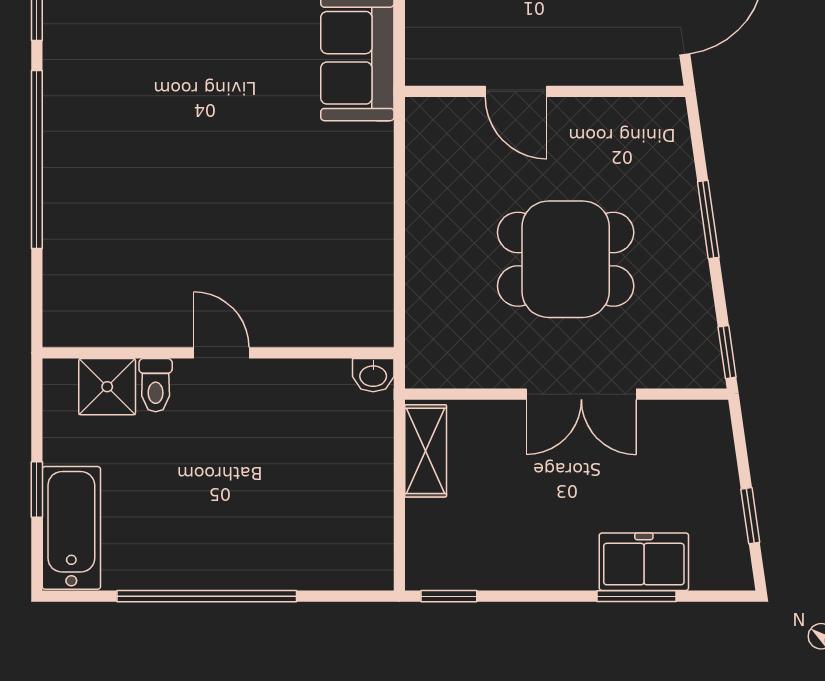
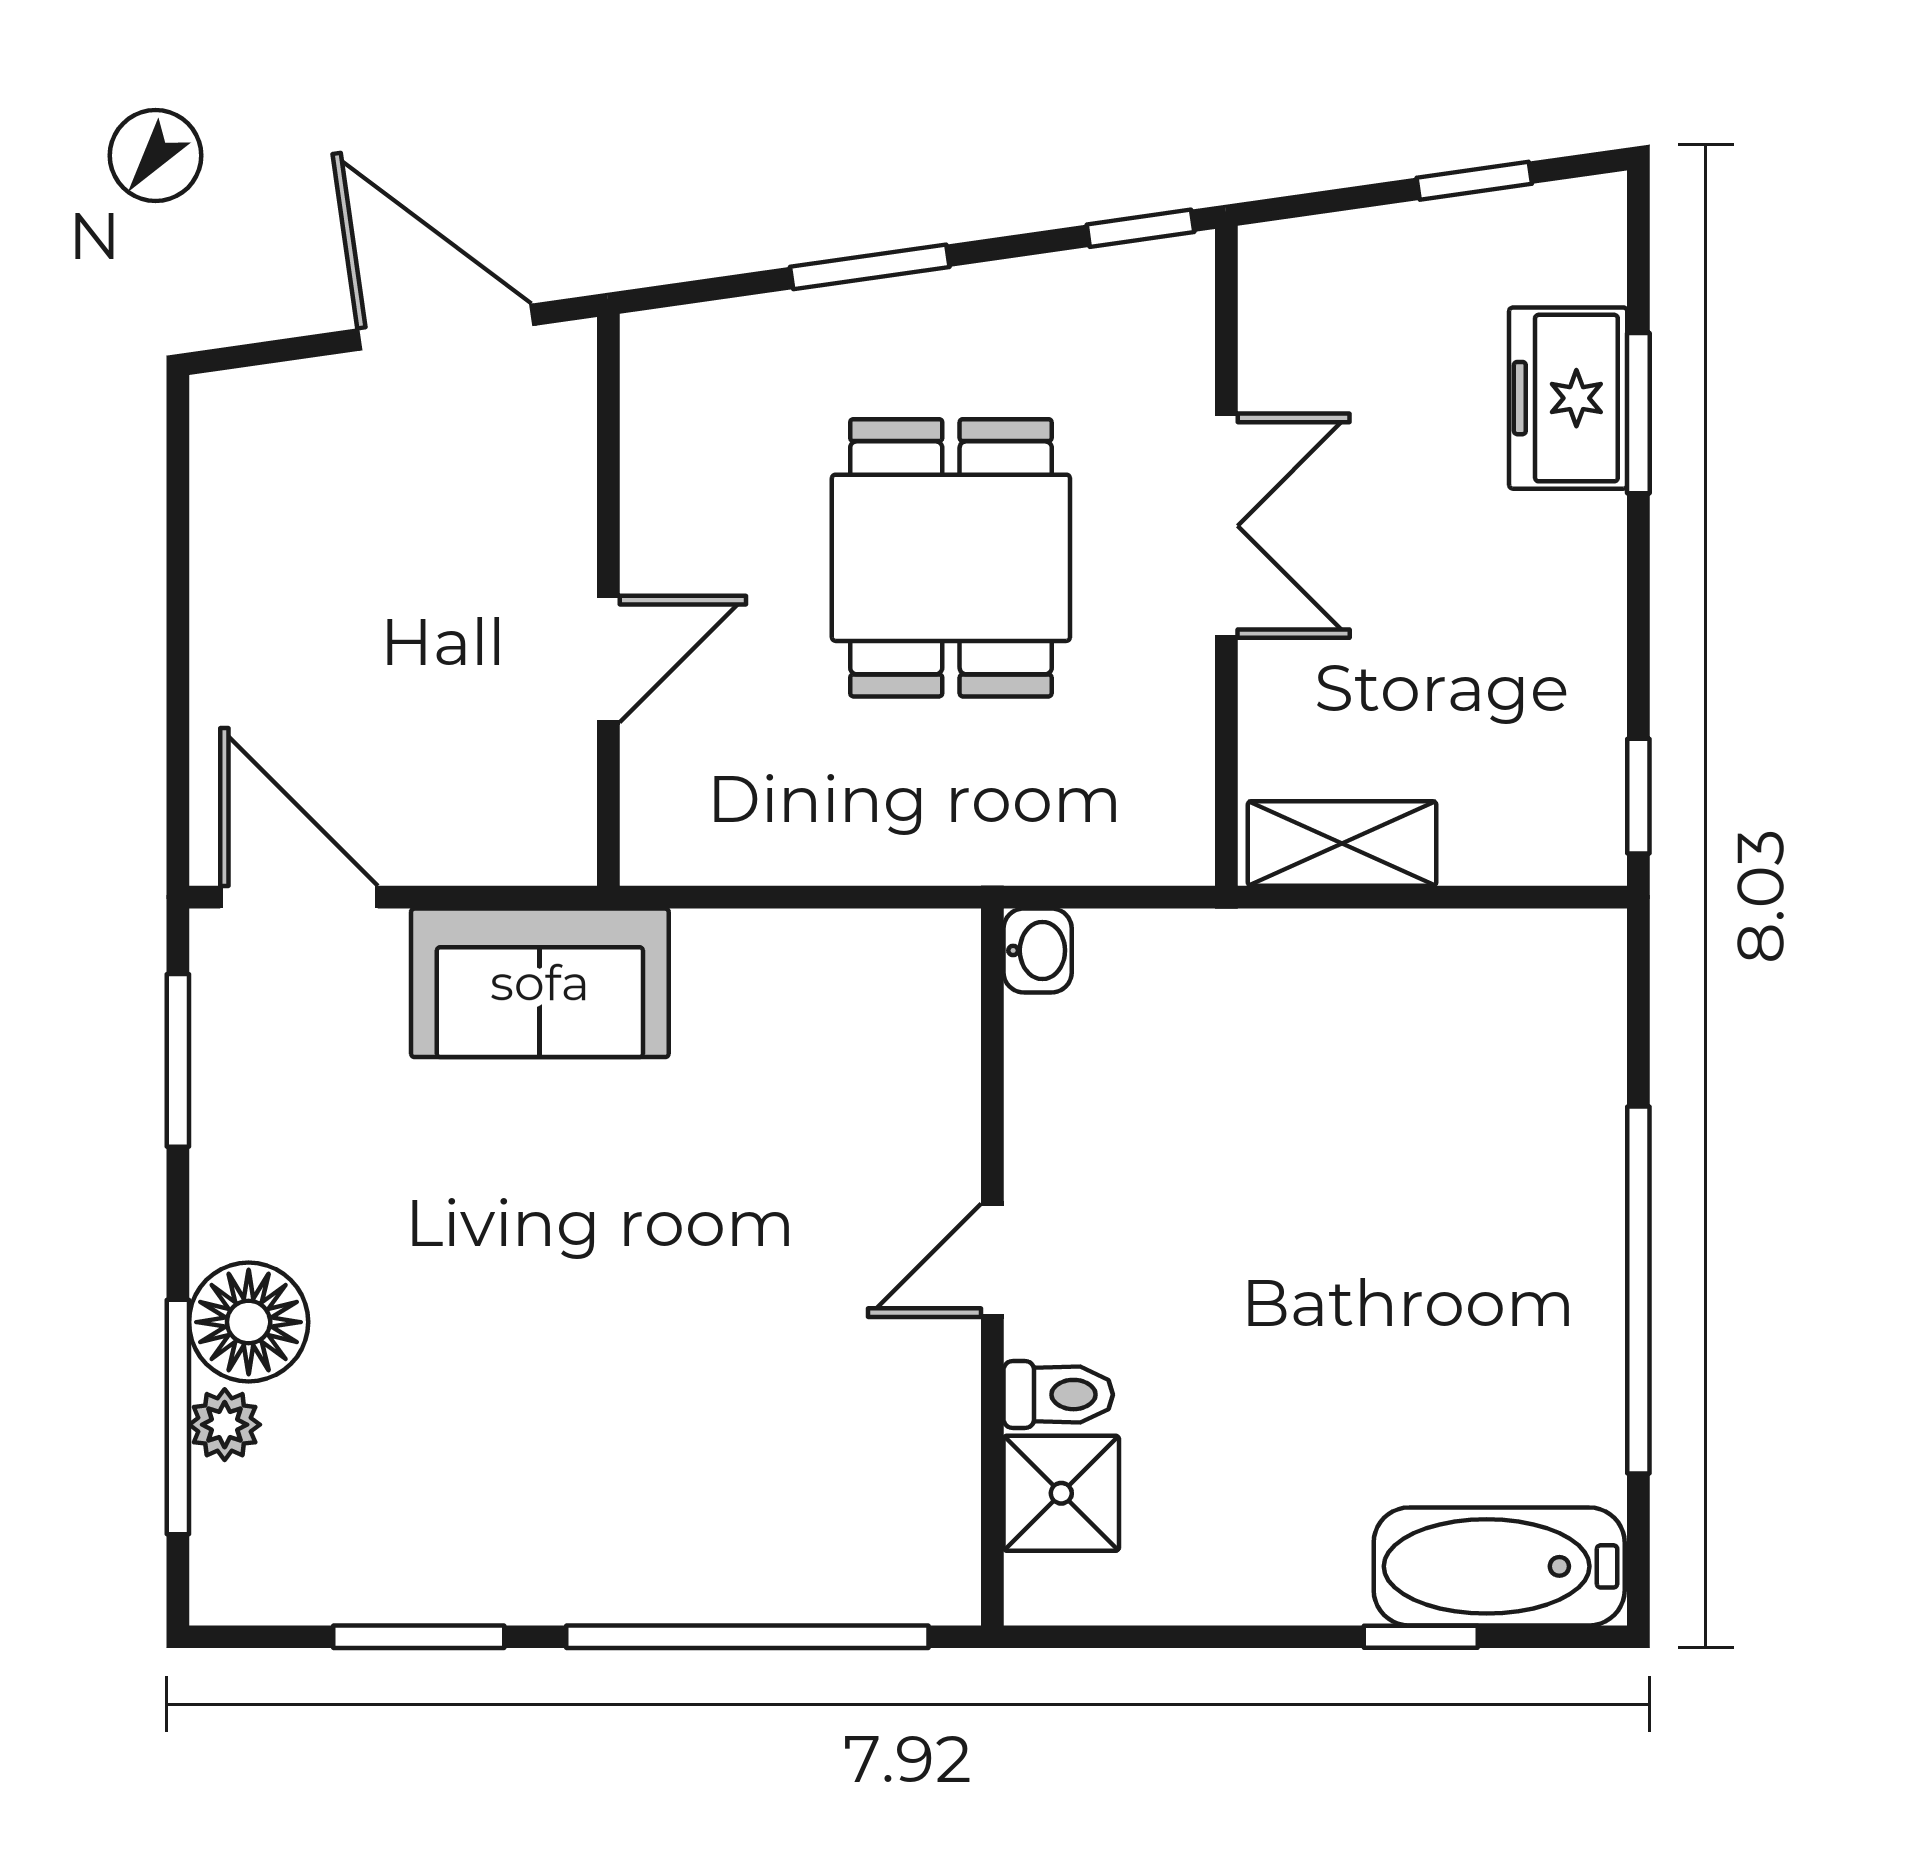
wall: (218, 353) -> (992, 1267), moved
door: (221, 353) -> (992, 1260), moved
washbasin: (373, 375) -> (1038, 950), moved
toilet: (156, 385) -> (1058, 1395), moved
shower: (107, 387) -> (1061, 1493), moved

